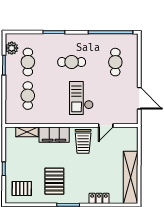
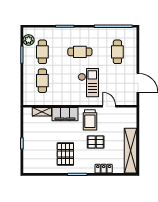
checkout: (81, 98) -> (88, 83), turned 180
door: (106, 126) -> (109, 106), swing flipped
pallet: (22, 188) -> (96, 142), moved

